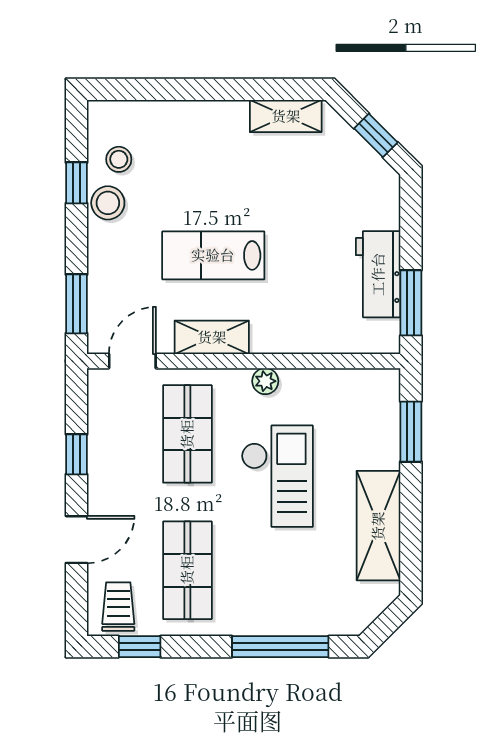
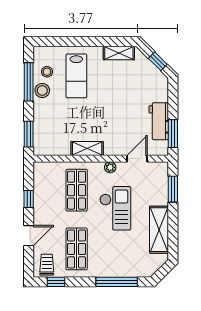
window: (76, 183) -> (29, 82), width x2.17
lab bench: (213, 255) -> (76, 76), moved, turned -90
door: (132, 361) -> (137, 159), moved

